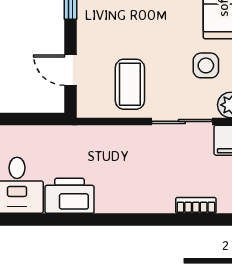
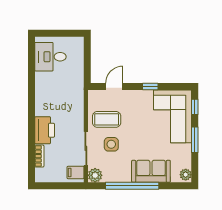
side table: (206, 65) -> (111, 144), moved
printer: (70, 196) -> (45, 130), moved

